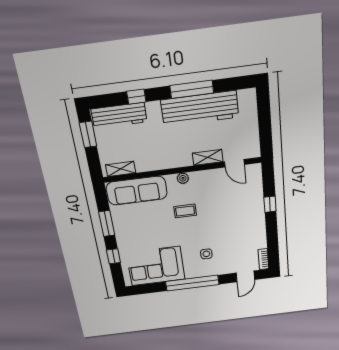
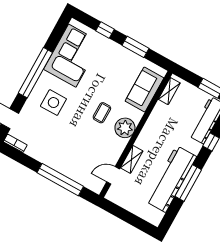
plant: (183, 178) -> (125, 128), width x1.88, depth x1.88
sofa: (137, 191) -> (144, 90), width x0.73
window: (270, 204) -> (60, 180), width x3.17
side table: (206, 254) -> (53, 103), width x1.87, depth x1.87

